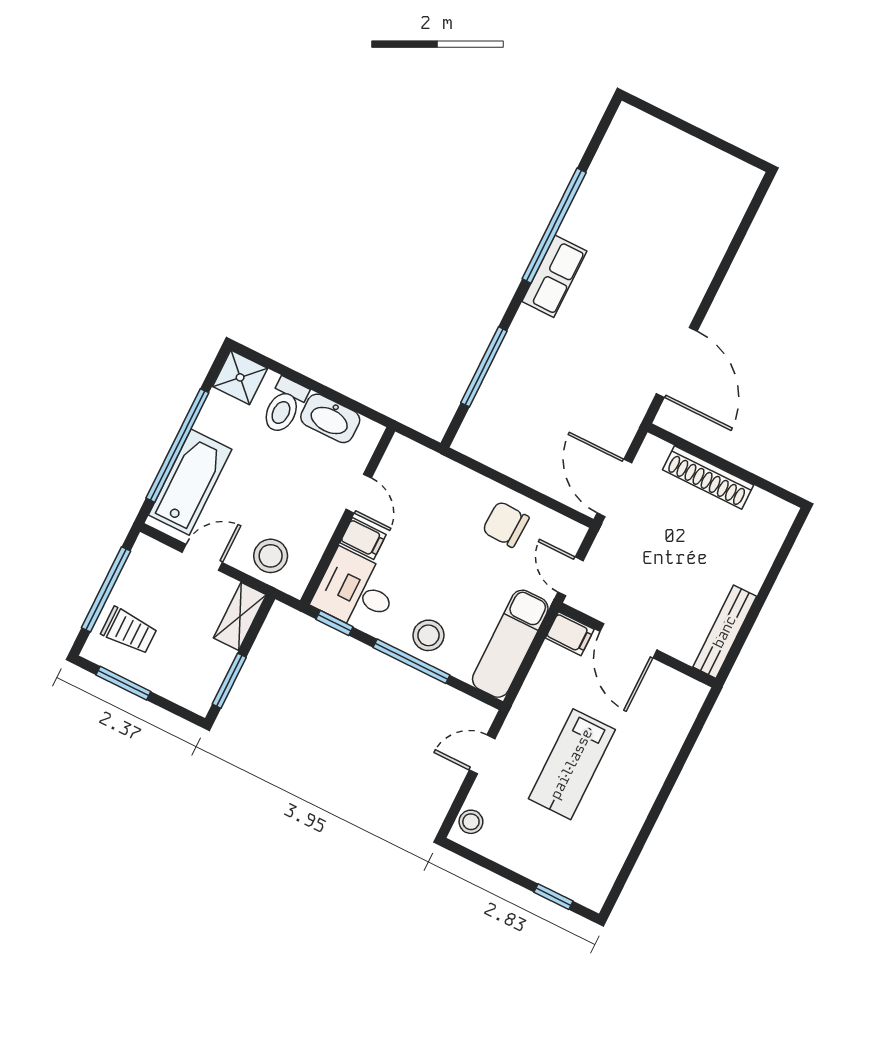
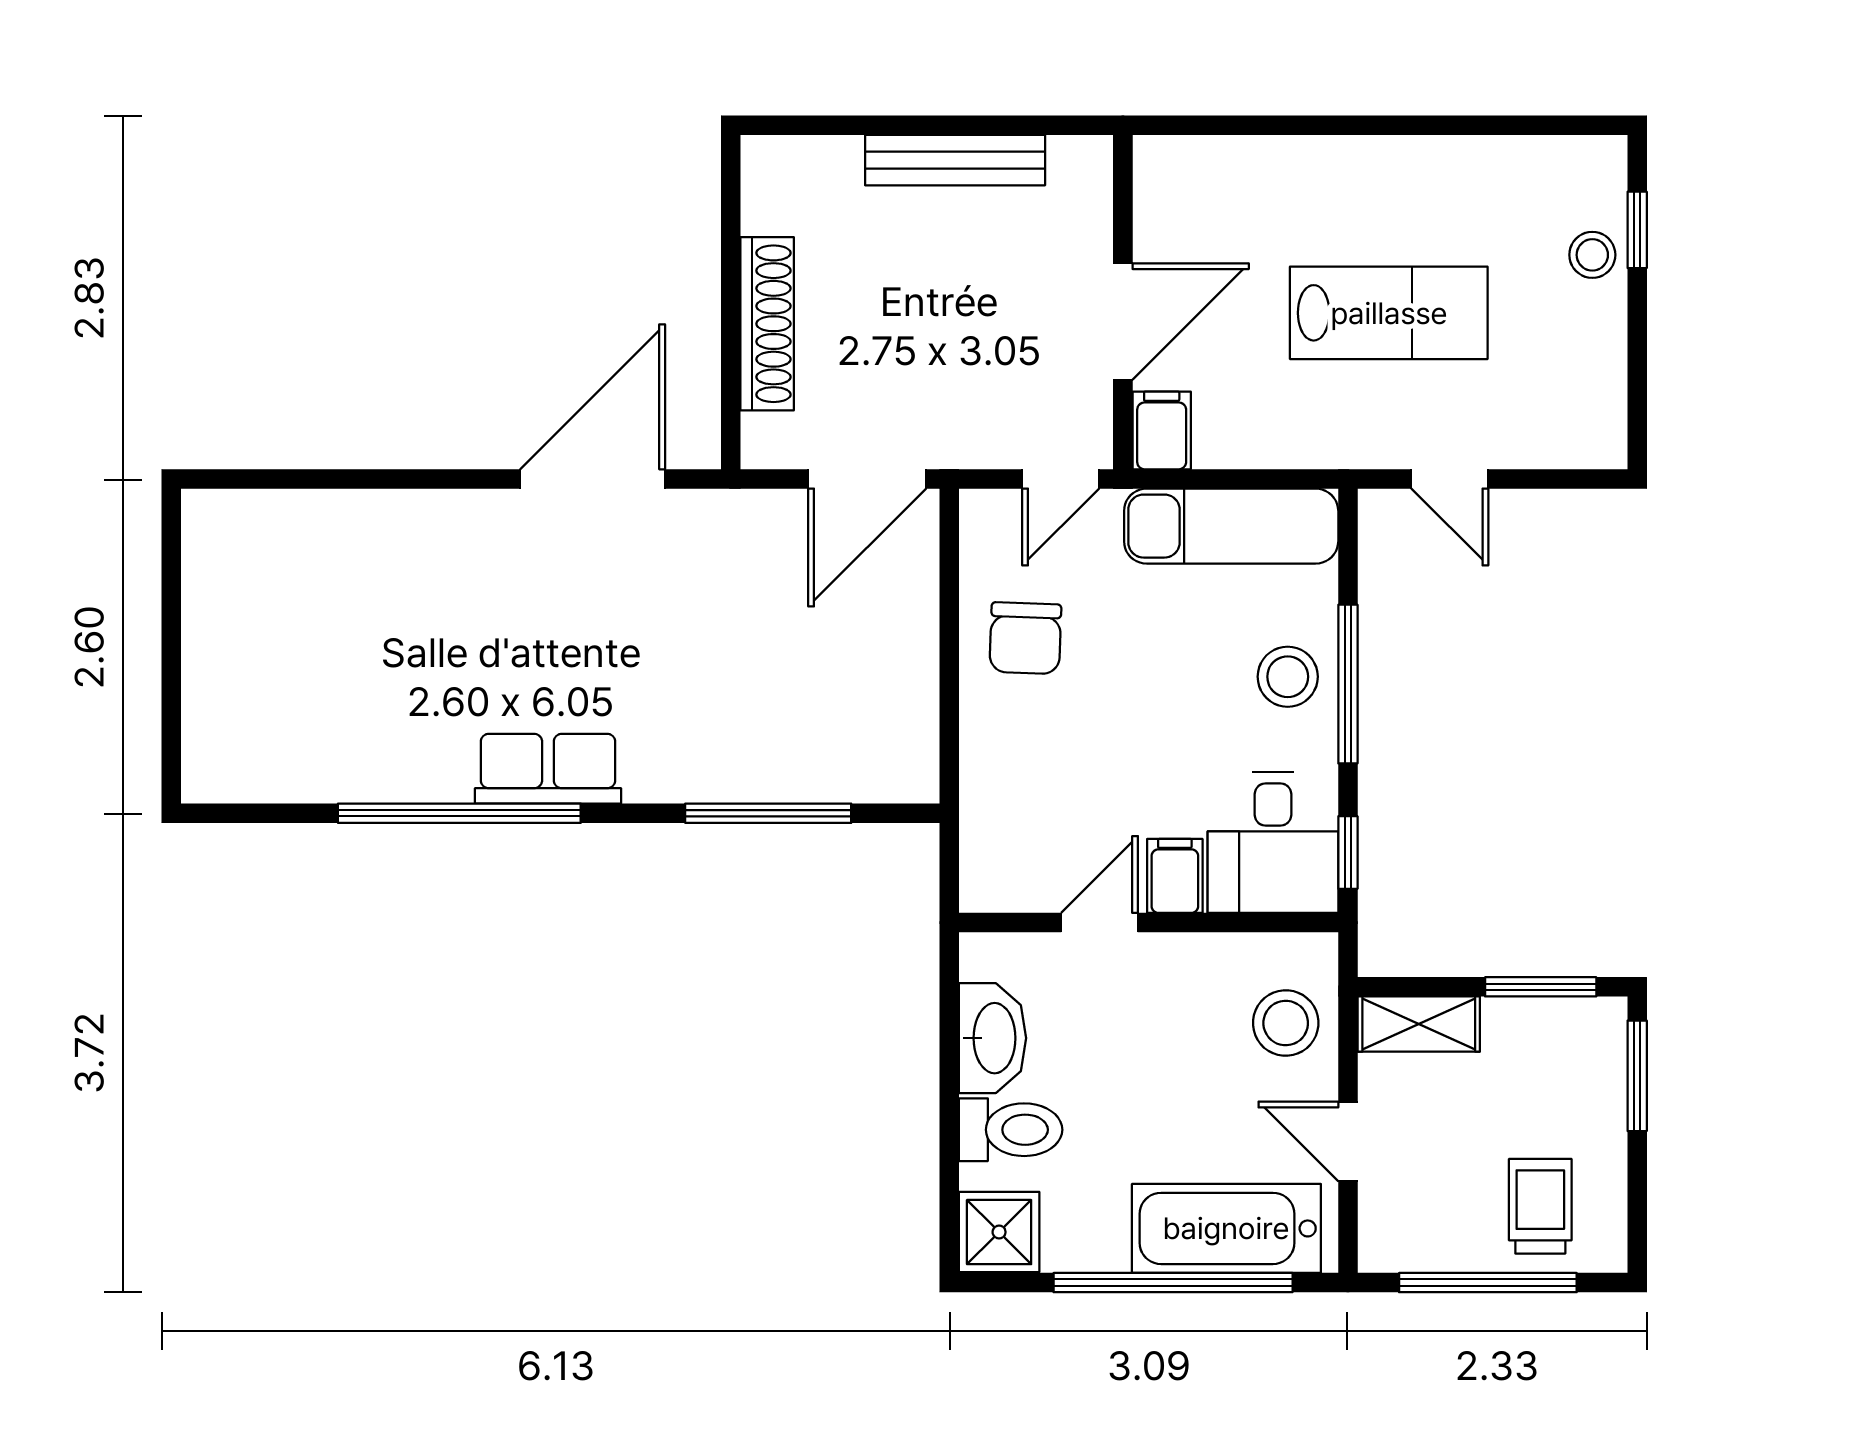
bench: (725, 632) -> (955, 160), moved
window: (123, 683) -> (1637, 1076), moved
stool: (471, 822) -> (1592, 255), moved

